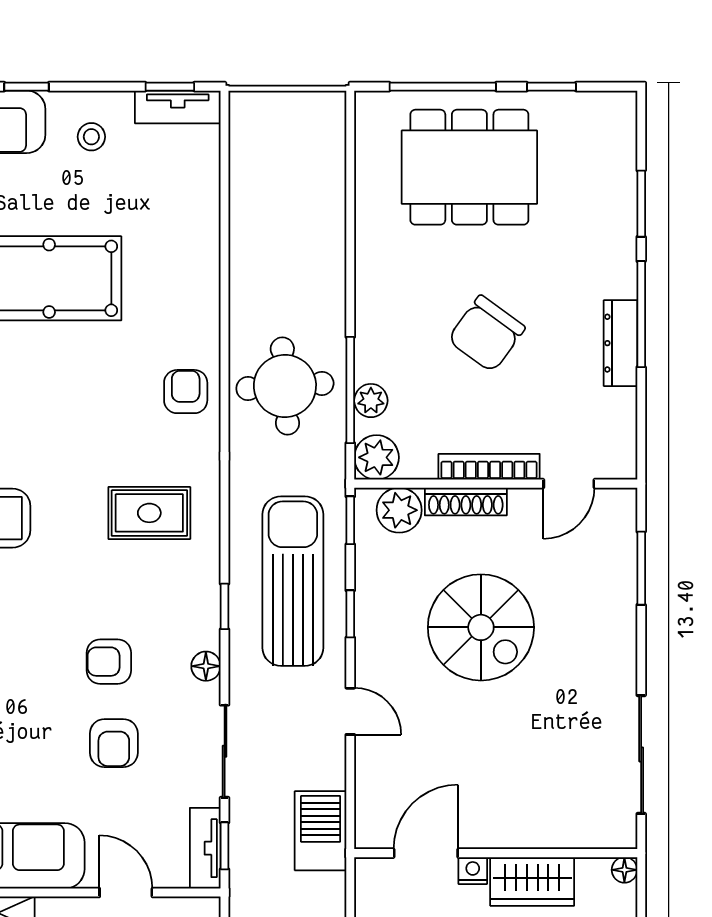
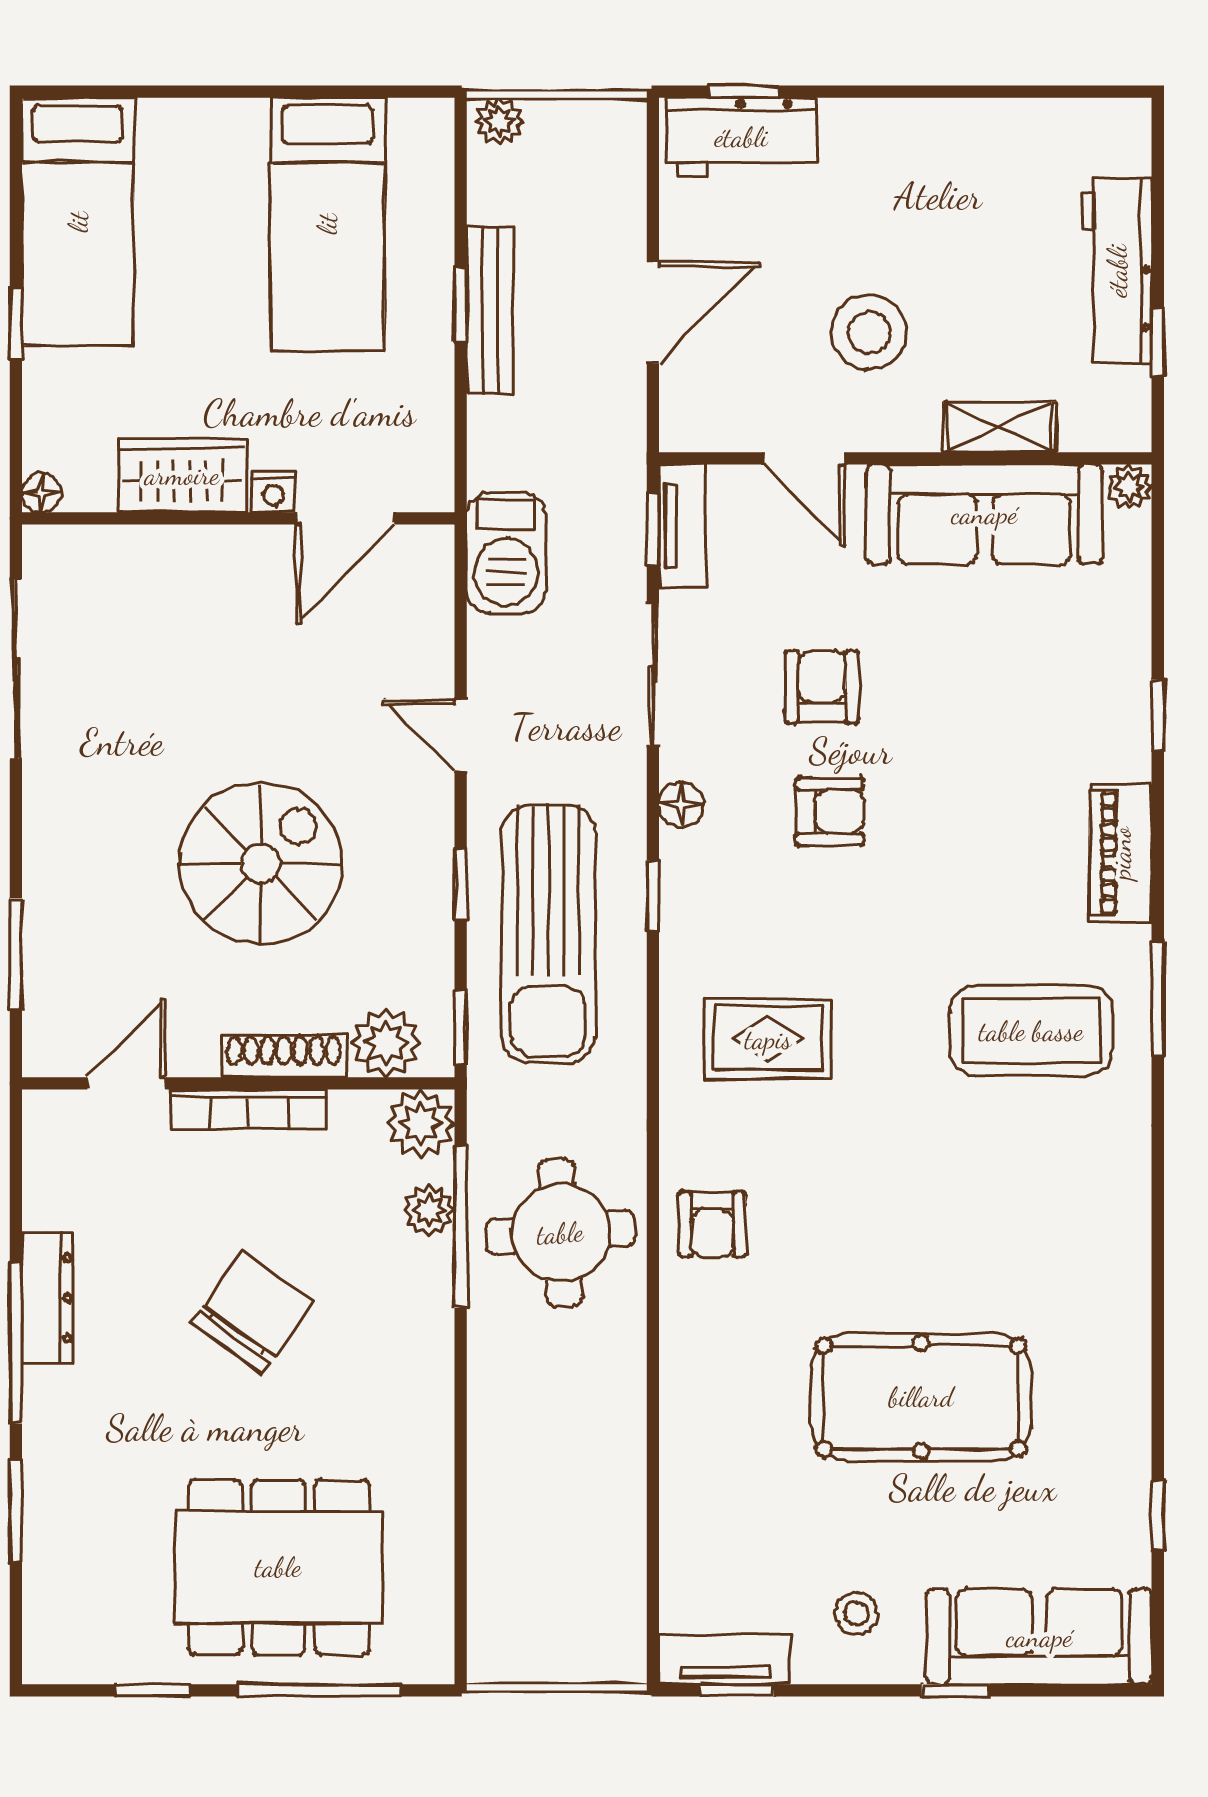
spiral stairs: (481, 627) -> (261, 864), turned 90

